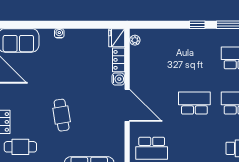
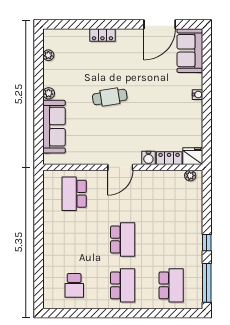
door: (127, 105) -> (120, 167), width x0.73
cafe table: (20, 147) -> (76, 53), removed

